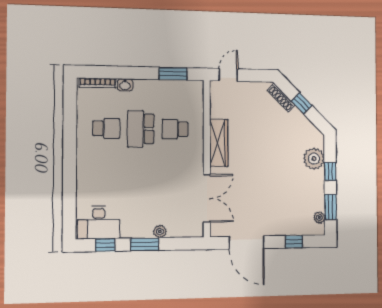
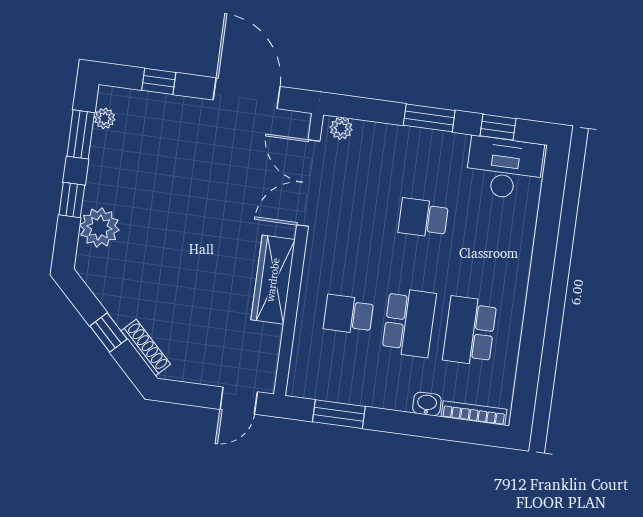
school desk: (106, 128) -> (470, 331), width x1.85
school desk: (175, 129) -> (349, 314), turned 180
school desk: (141, 188) -> (423, 218), added
plant: (160, 232) -> (341, 128), moved

